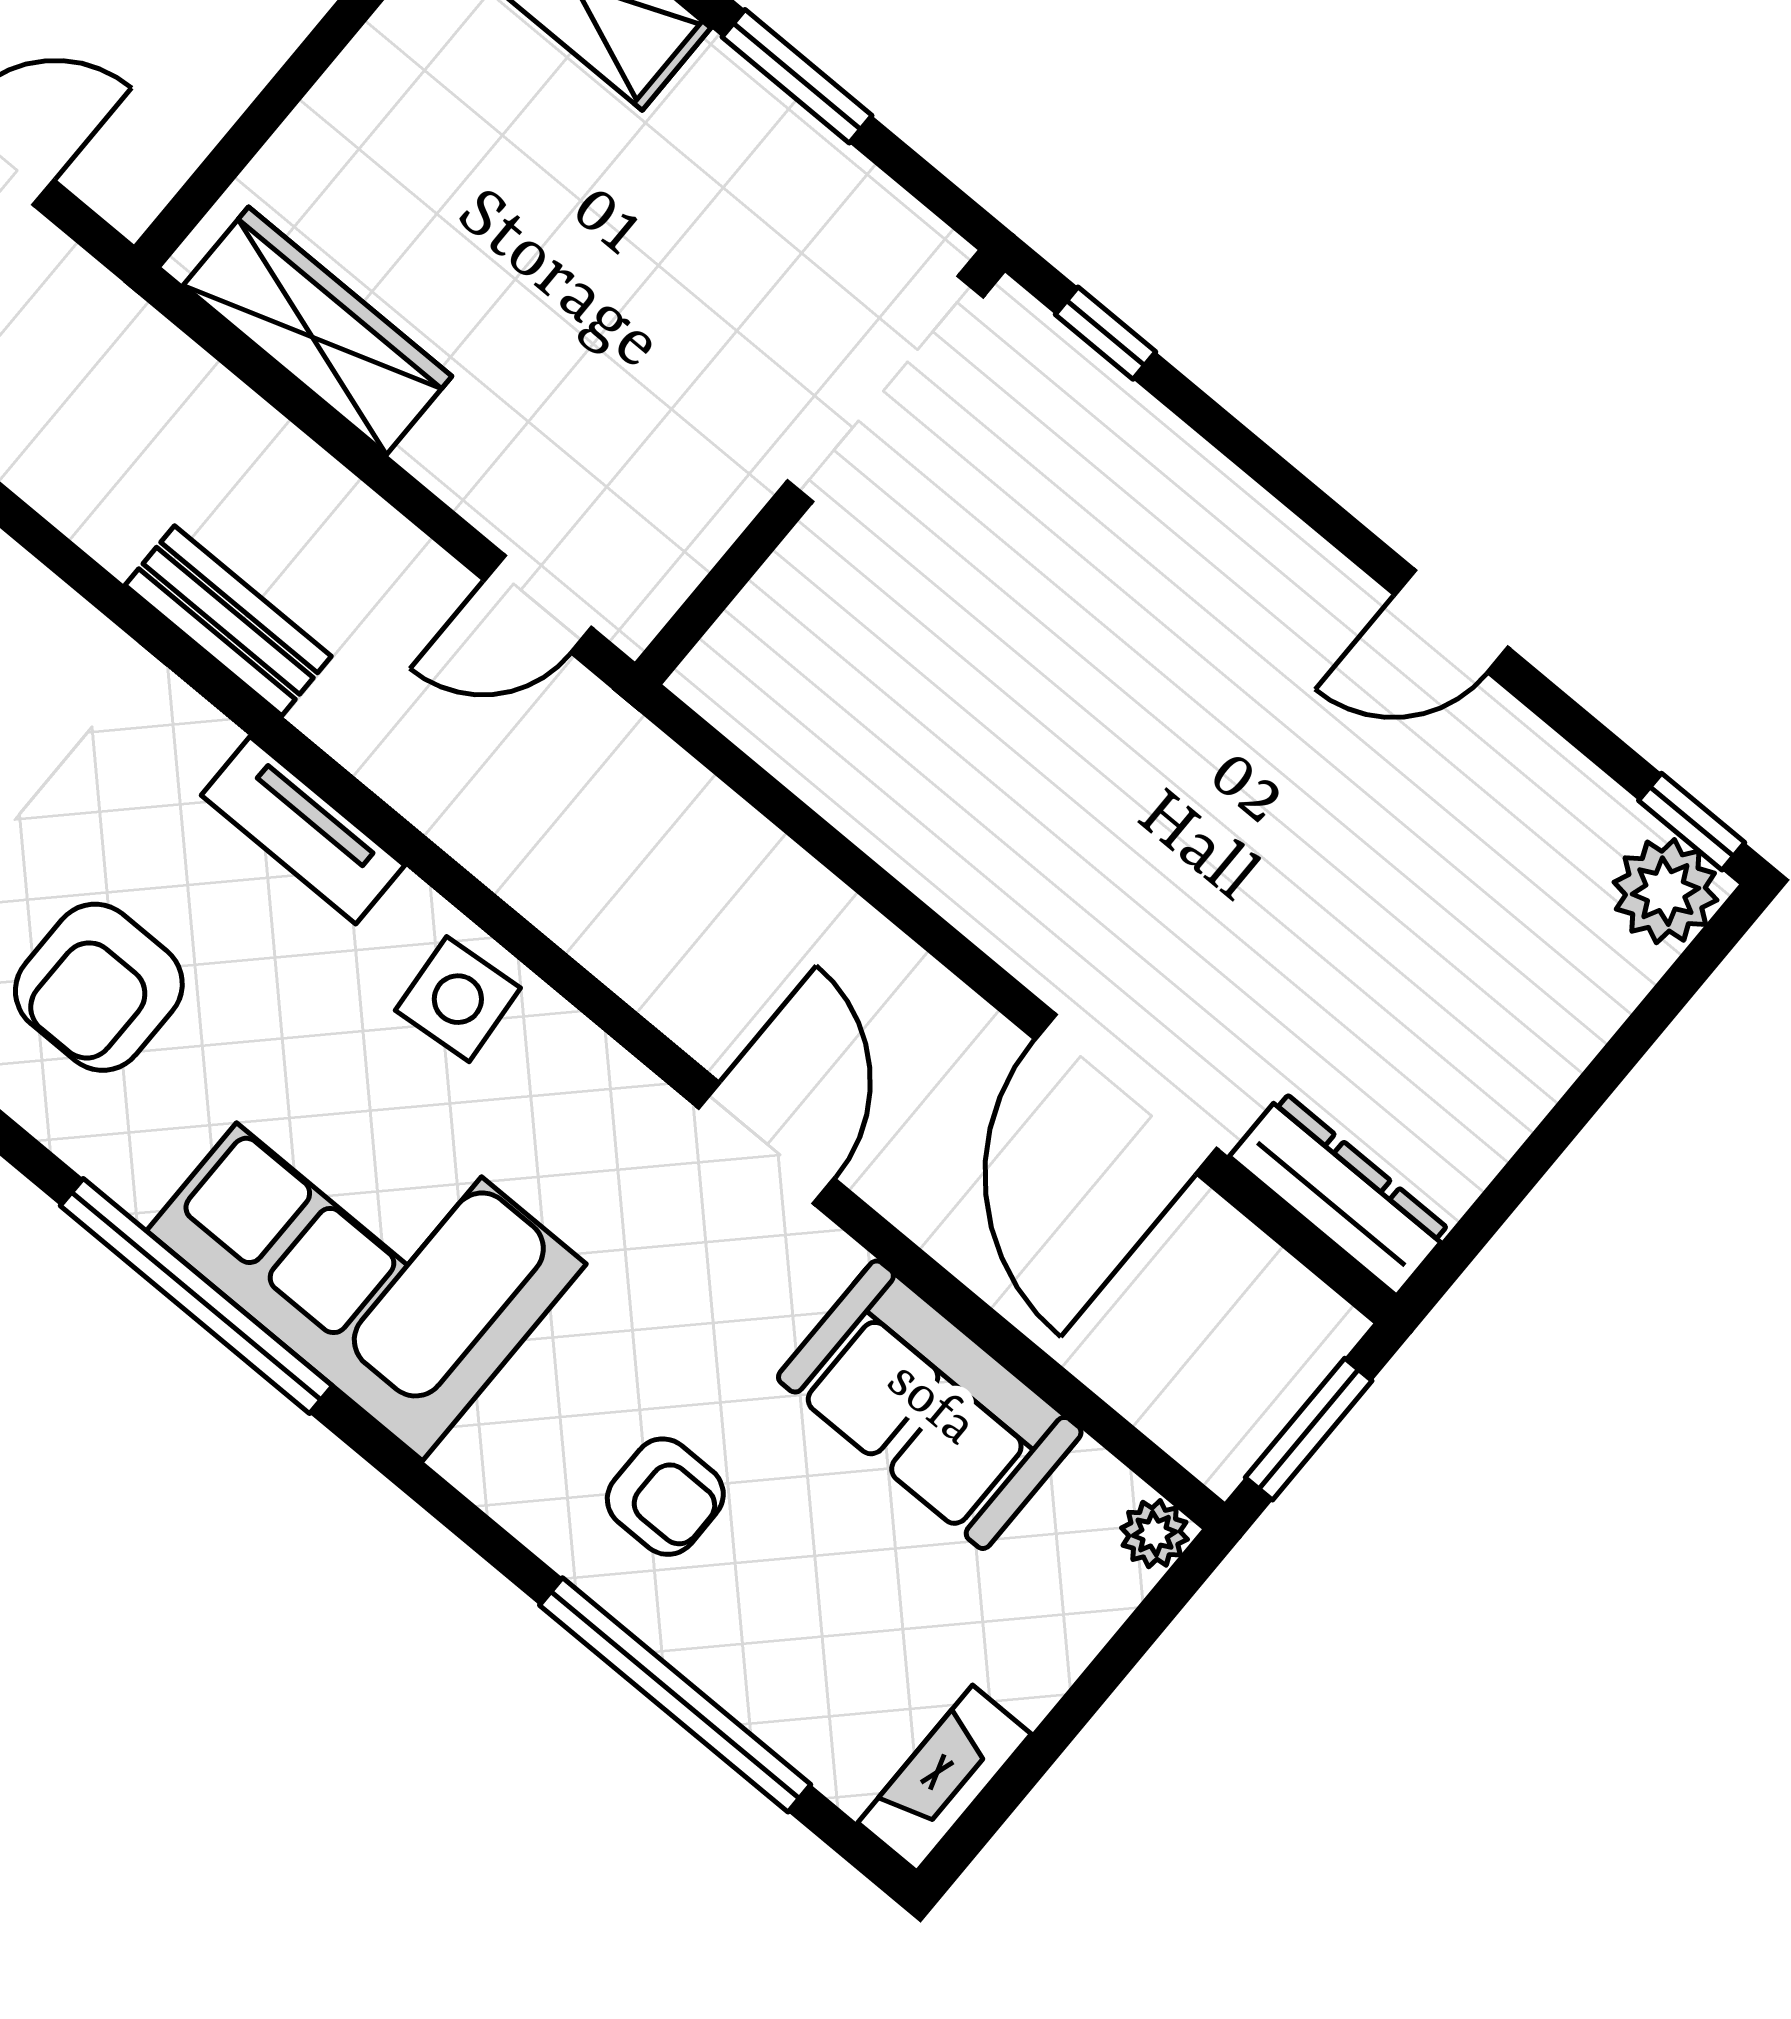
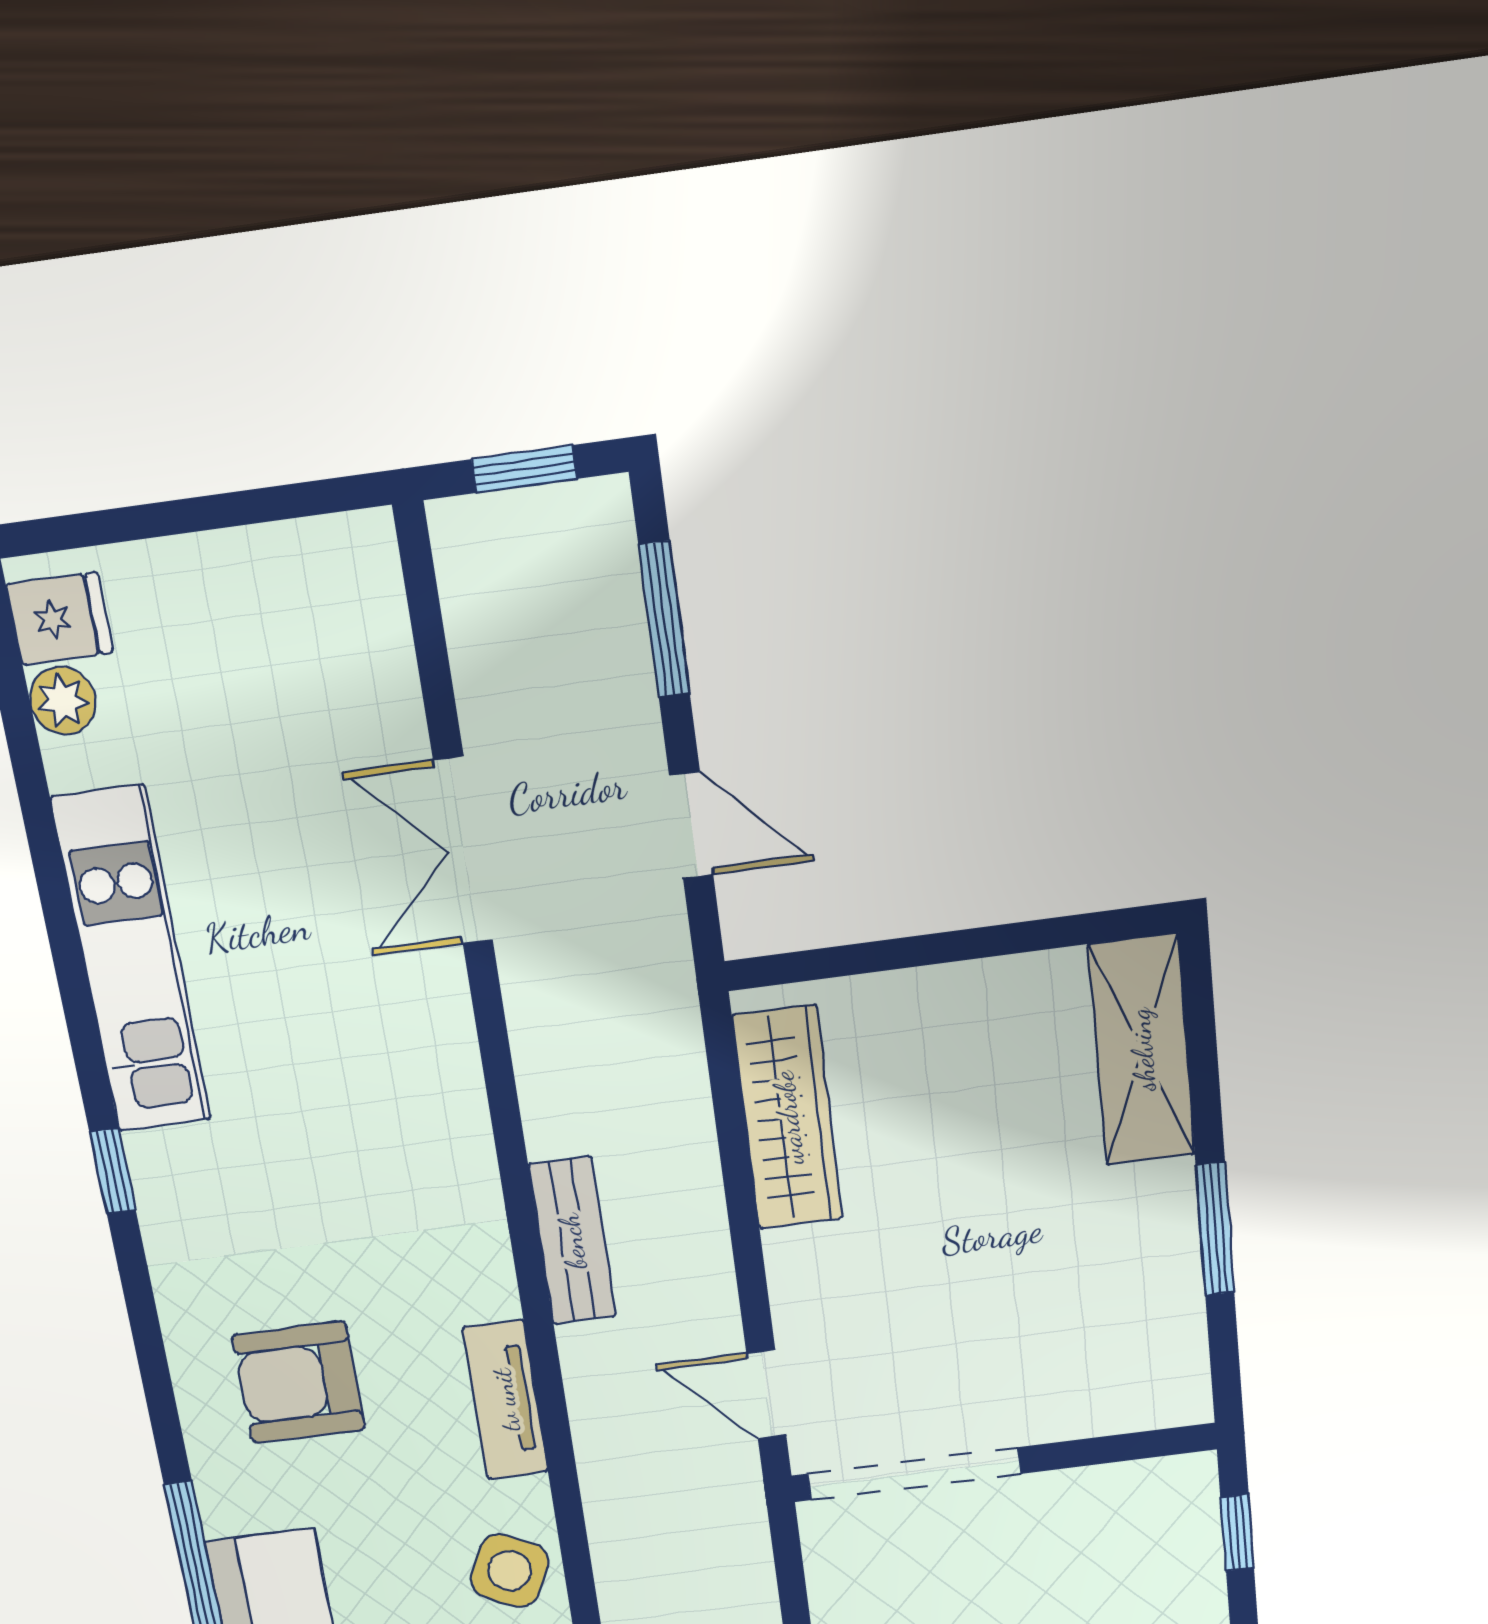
doorway: (885, 389) -> (914, 1474), moved
side table: (458, 999) -> (510, 1571), turned 31

